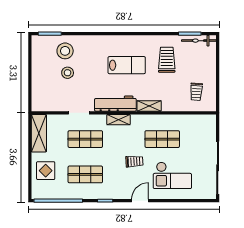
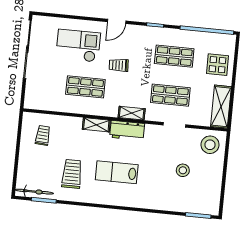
stool: (65, 51) -> (210, 145), moved
trolley: (167, 60) -> (72, 174), turned 180
workbench: (115, 104) -> (127, 130), width x0.73

